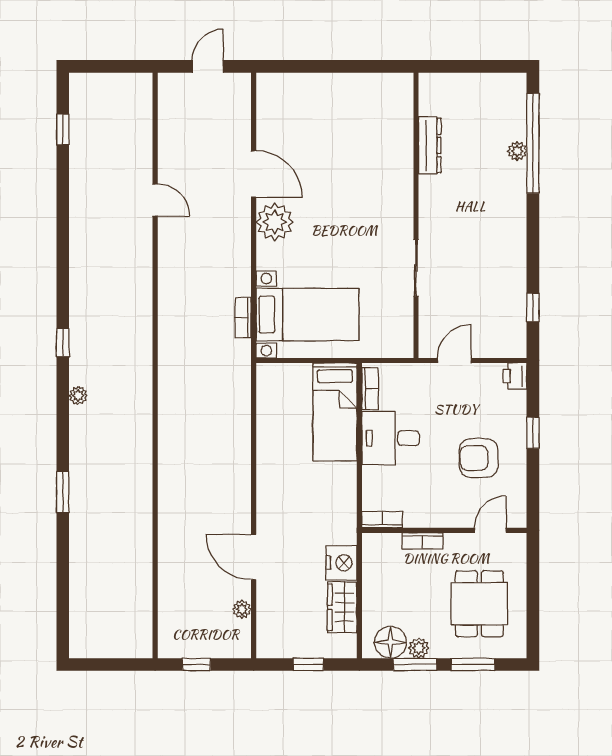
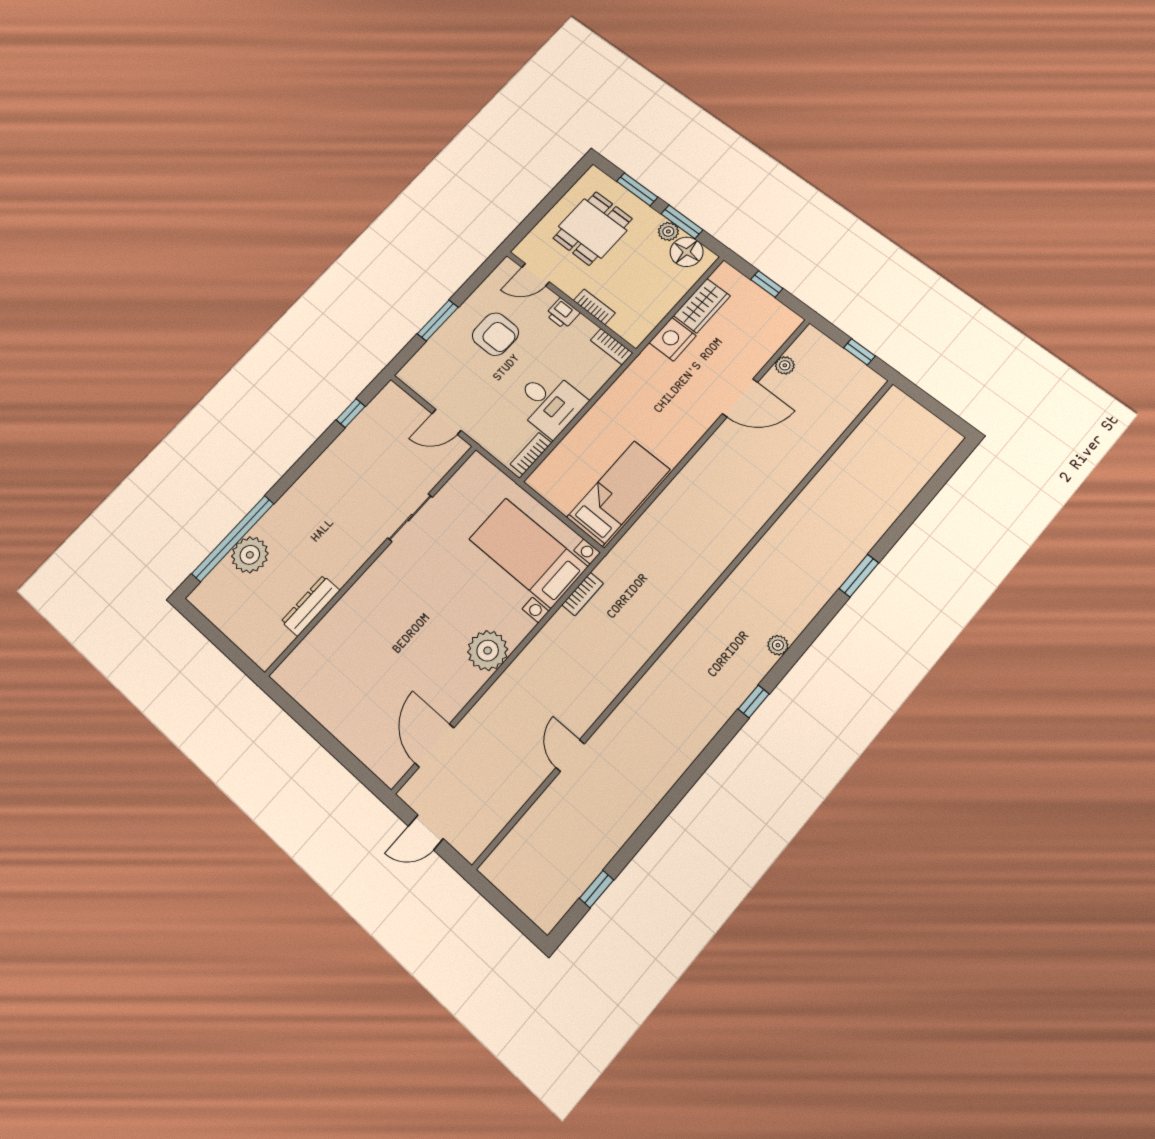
plant: (517, 151) -> (250, 555), width x1.87, depth x1.87
door: (254, 174) -> (434, 745), moved
printer: (515, 376) -> (563, 313), moved, turned 90
bed: (335, 412) -> (618, 493), moved
window: (533, 433) -> (438, 320), width x1.50
door: (254, 557) -> (740, 398), hinge flipped

